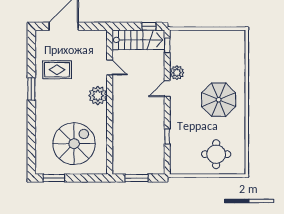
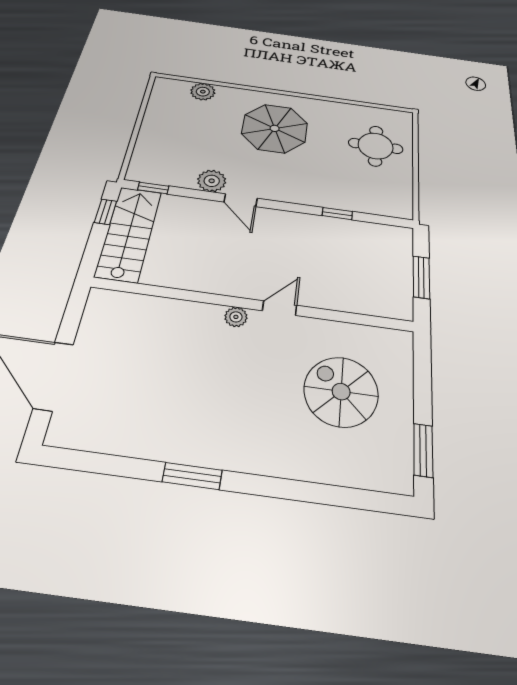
plant: (239, 58) -> (203, 92), added
door: (110, 67) -> (280, 308), moved
rug: (57, 70) -> (156, 406), removed
plant: (98, 96) -> (236, 317), width x0.53, depth x0.53
spiral stairs: (74, 144) -> (341, 392), width x0.73, depth x0.73

